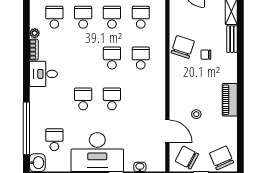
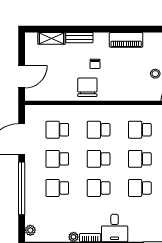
school desk: (54, 17) -> (99, 188), moved
chair: (183, 47) -> (87, 87), turned 72
school desk: (141, 99) -> (140, 130), added
piano: (230, 100) -> (126, 40), moved

